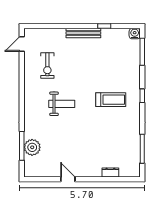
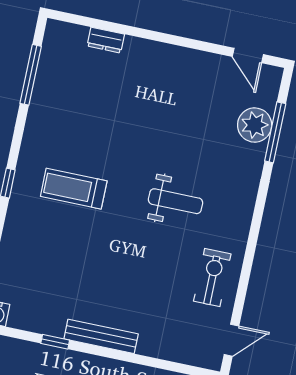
exercise bike: (47, 66) -> (212, 278), moved
weight bench: (62, 104) -> (176, 201), turned 180
door: (68, 179) -> (248, 56), moved

